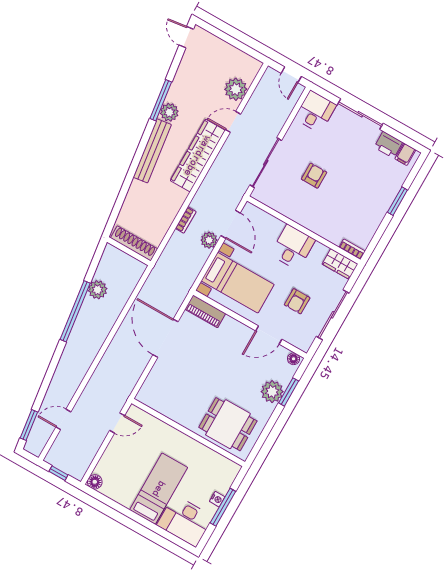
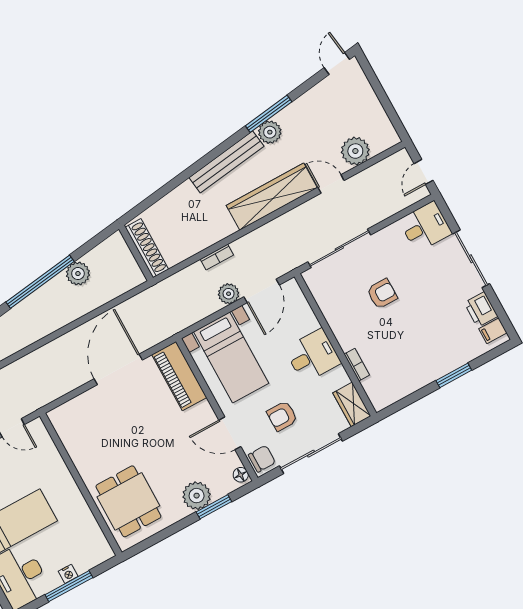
bookcase: (352, 249) -> (357, 365), moved
piano: (205, 311) -> (179, 376), width x1.37, depth x1.33
chair: (301, 339) -> (262, 459), added

